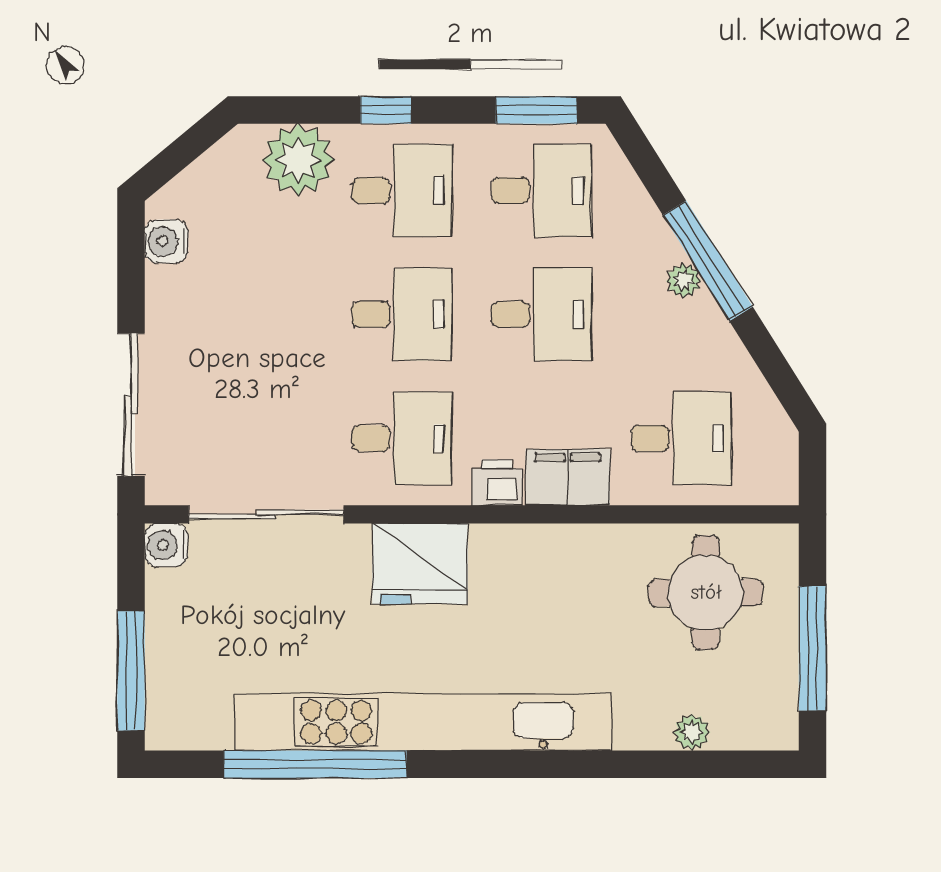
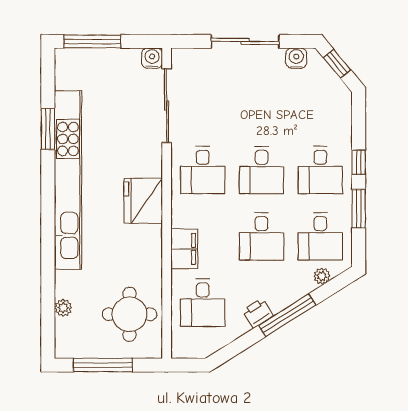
window: (536, 110) -> (359, 209), moved
window: (178, 155) -> (337, 64), added
plant: (298, 160) -> (335, 121), removed
plant: (684, 280) -> (322, 276), moved
sliding door: (131, 405) -> (245, 41), moved
printer: (497, 482) -> (258, 313), moved, turned -122
fridge: (420, 564) -> (143, 201), moved
window: (315, 764) -> (48, 129), width x0.47

